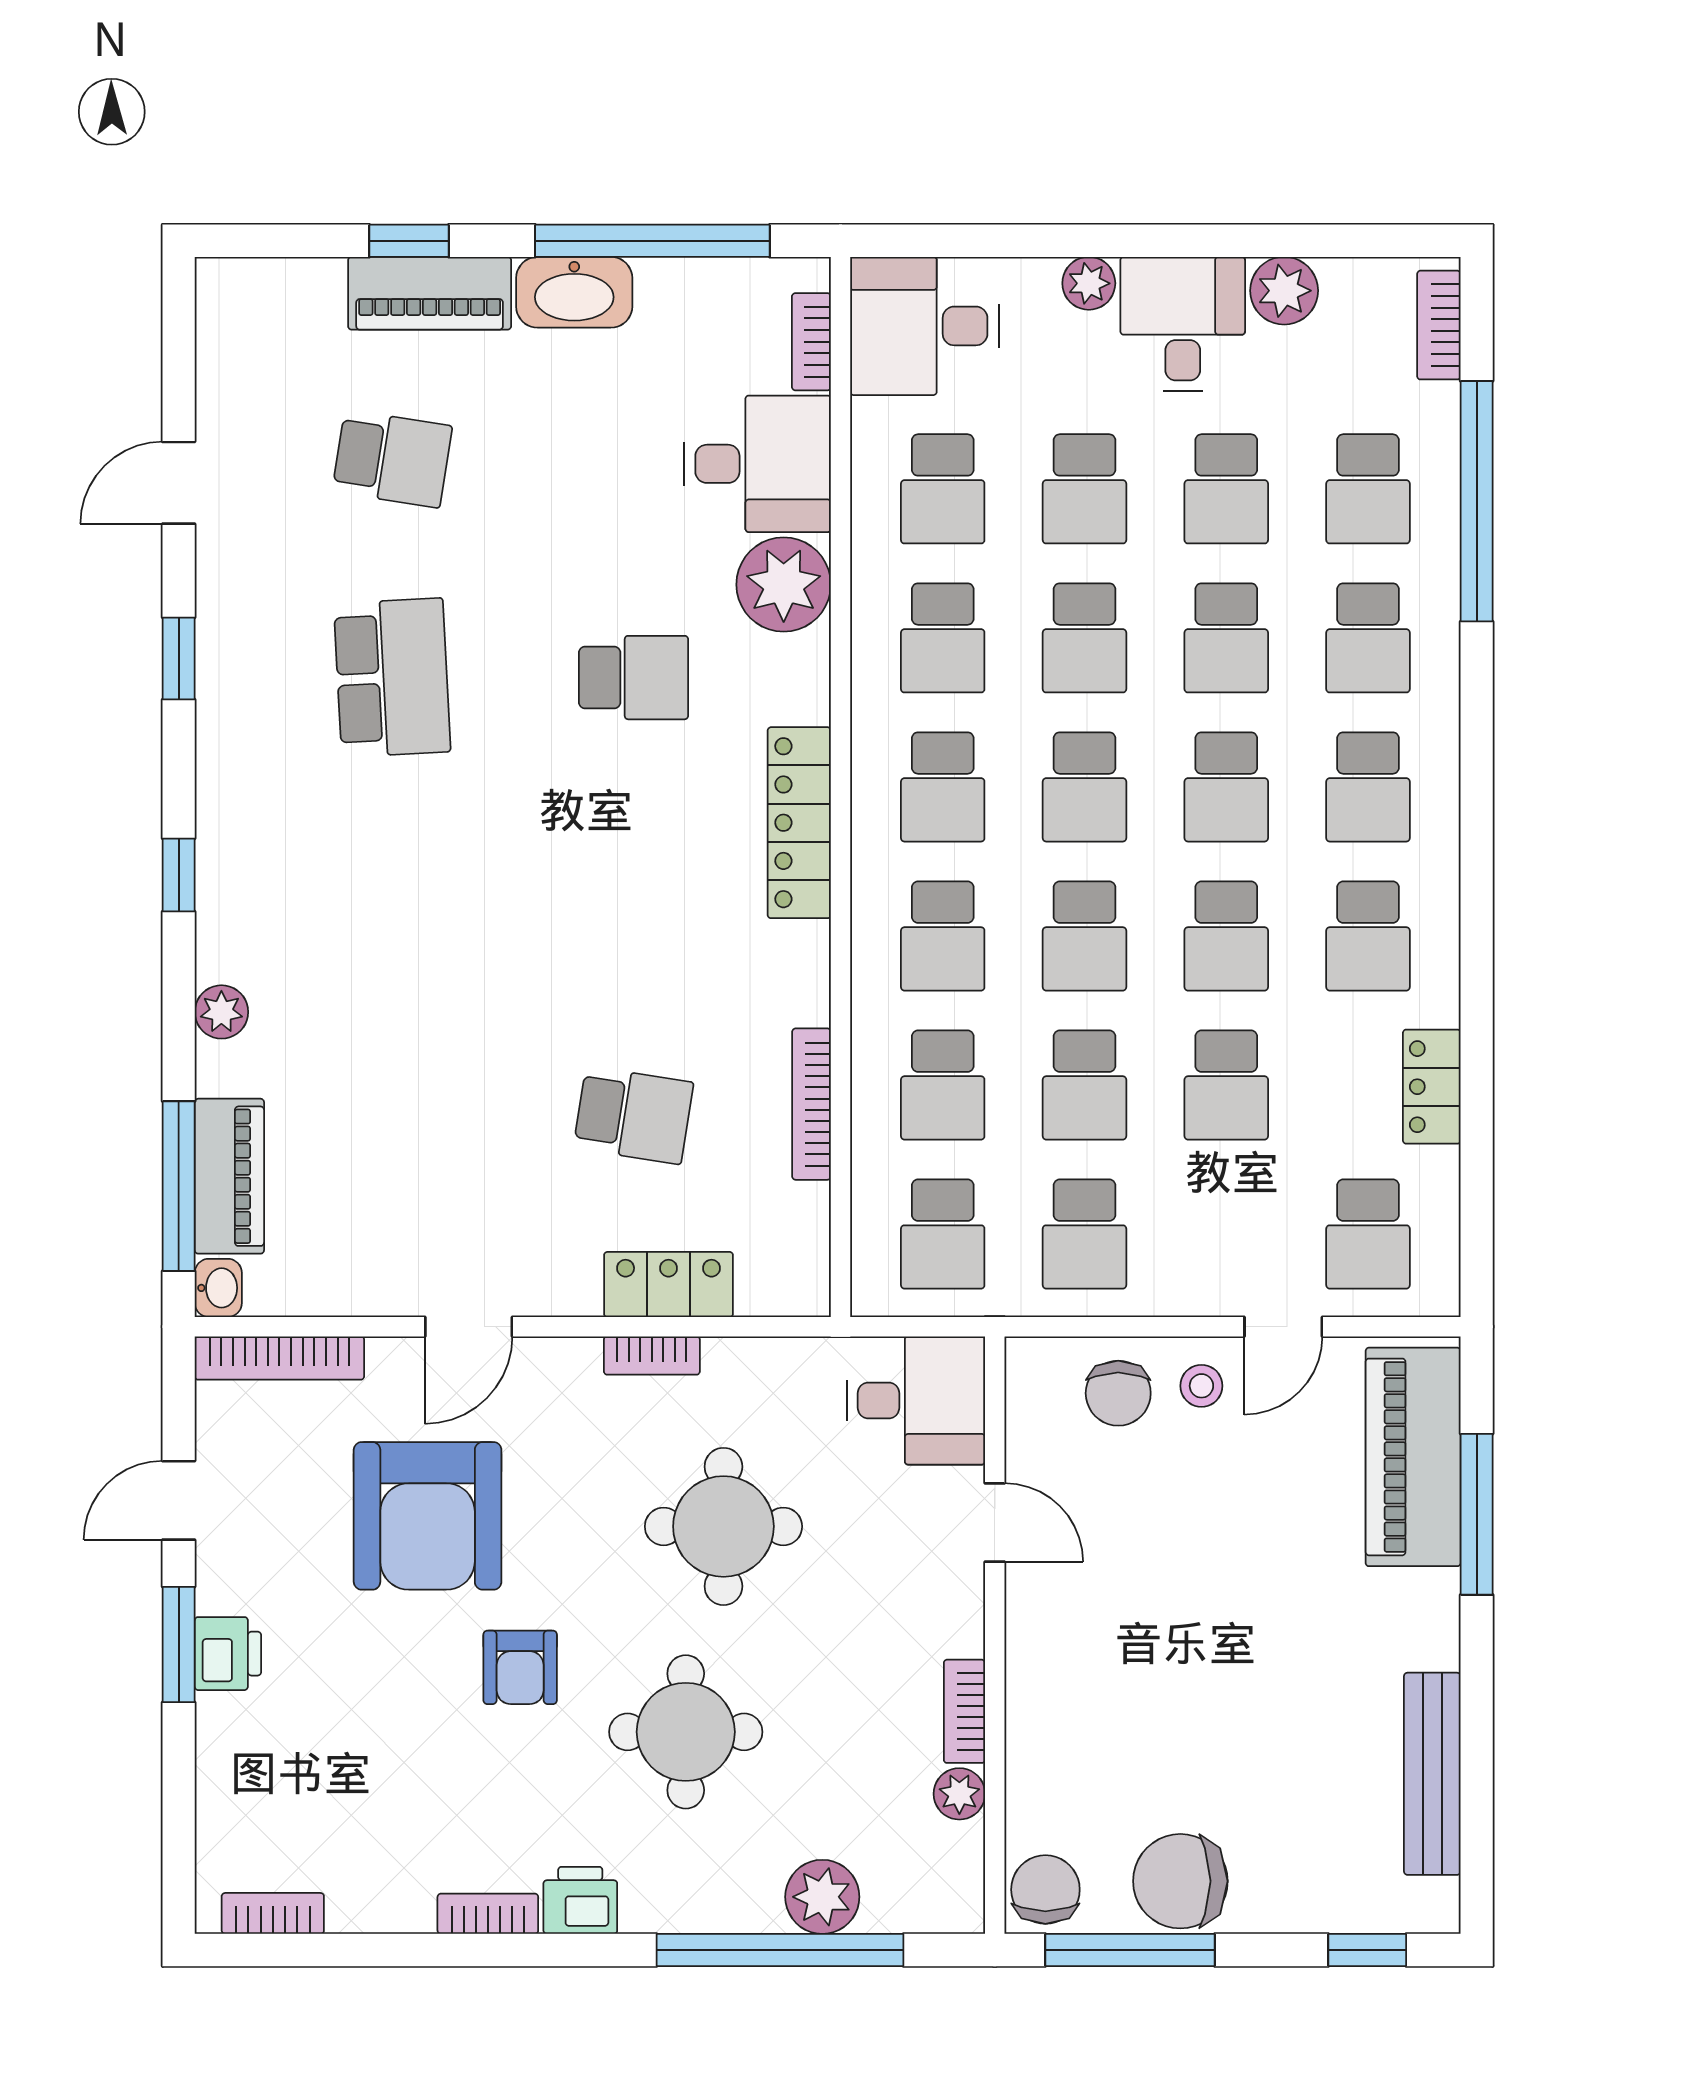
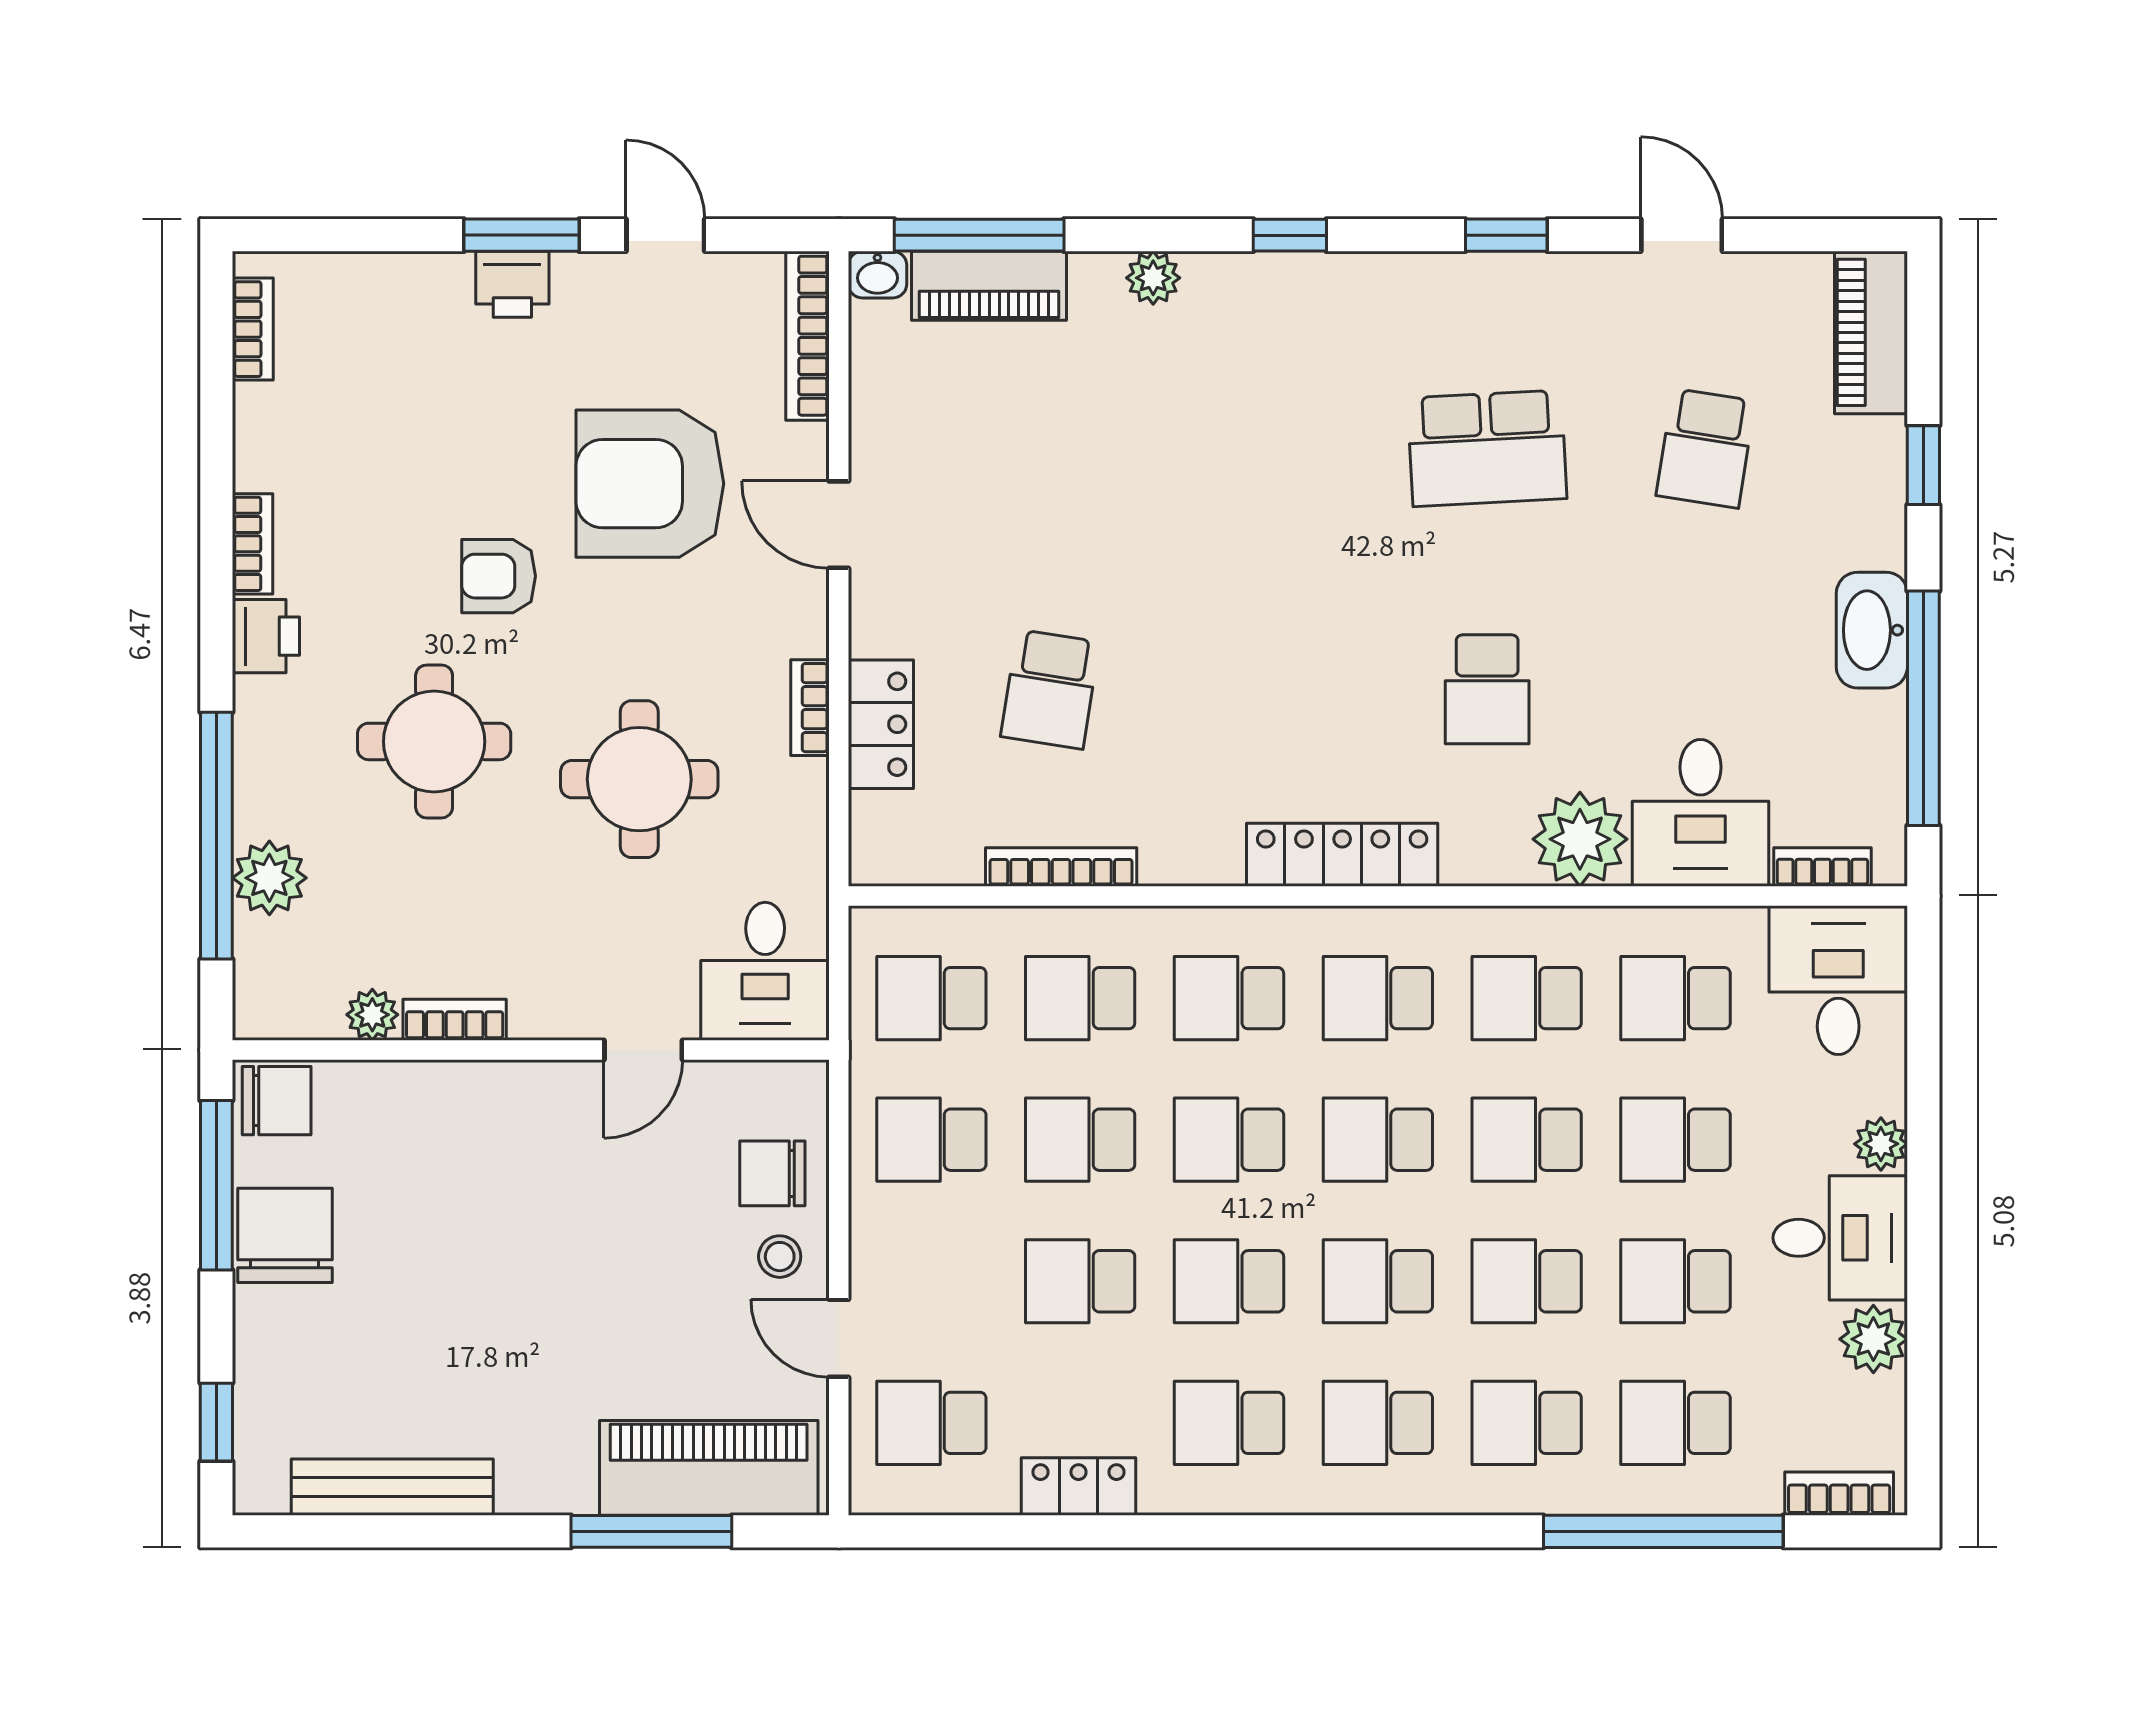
piano: (430, 293) -> (1871, 332), moved

